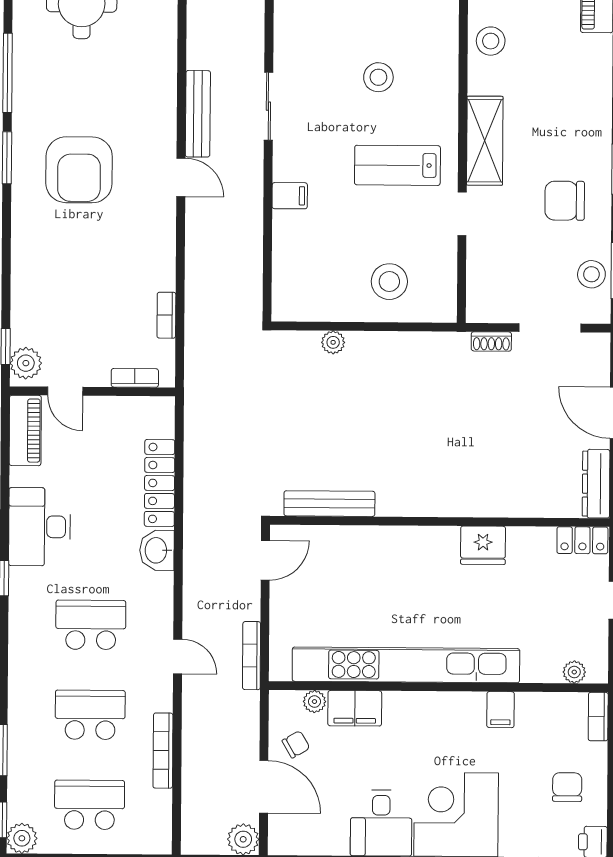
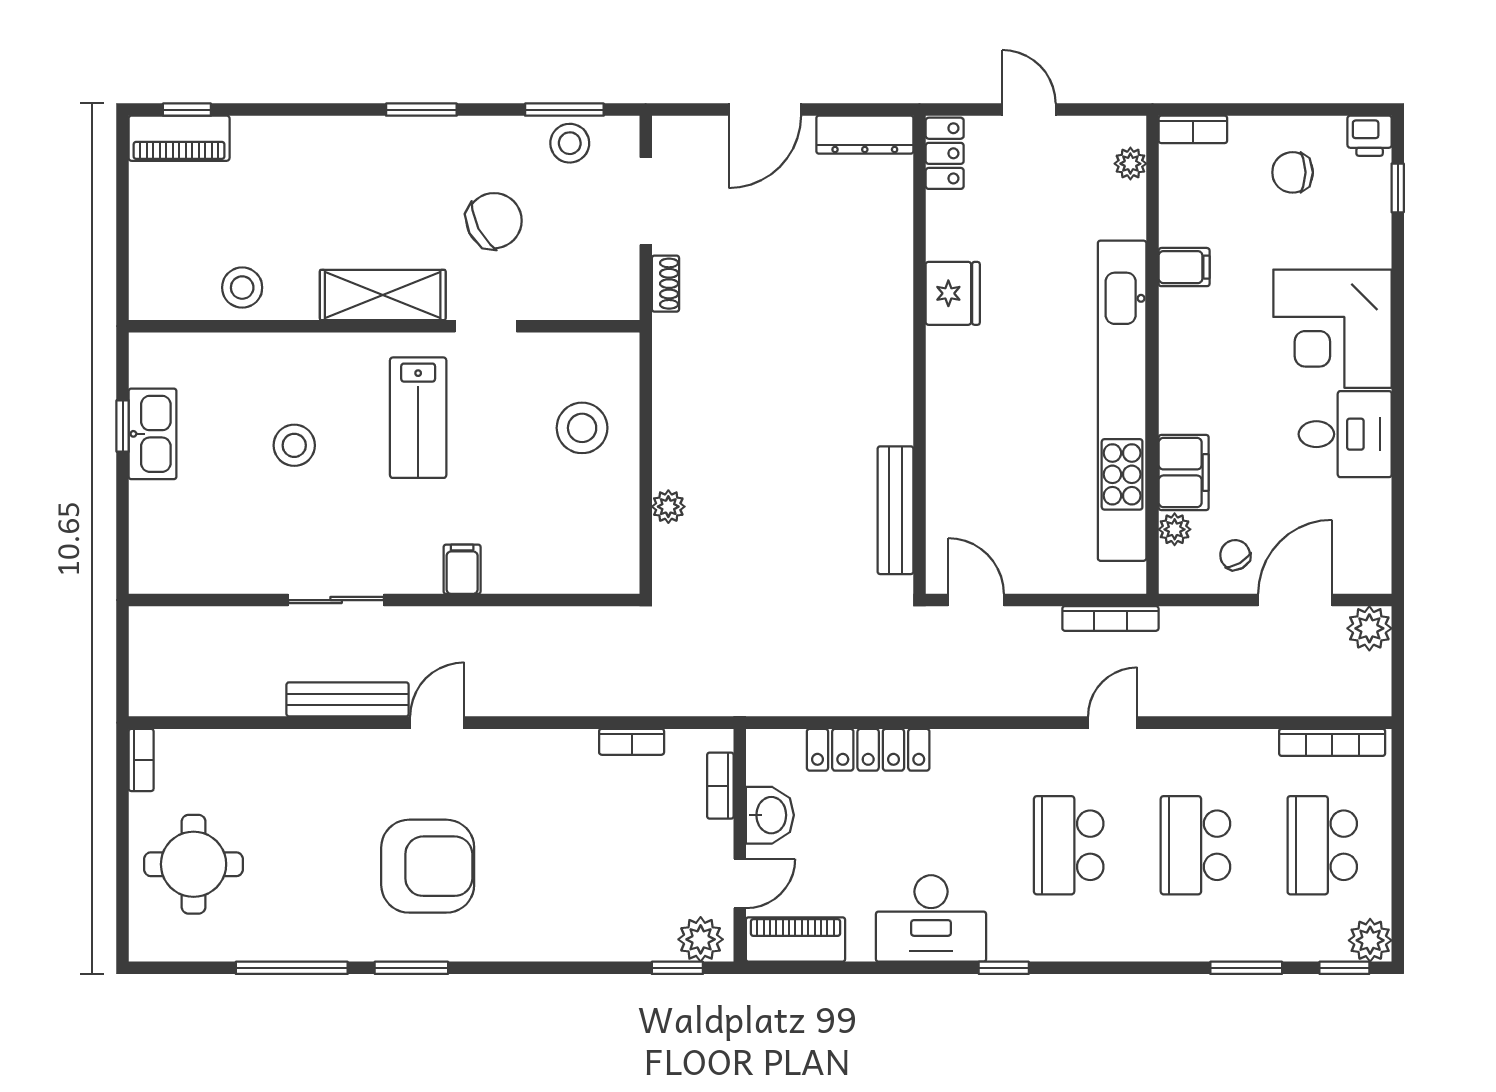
chair: (565, 201) -> (494, 221), moved, turned -117
washbasin: (157, 550) -> (770, 815), moved, turned -90
bookcase: (163, 751) -> (1332, 742), moved

